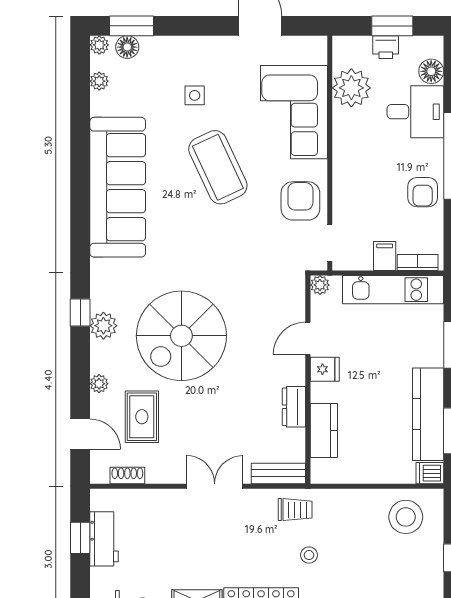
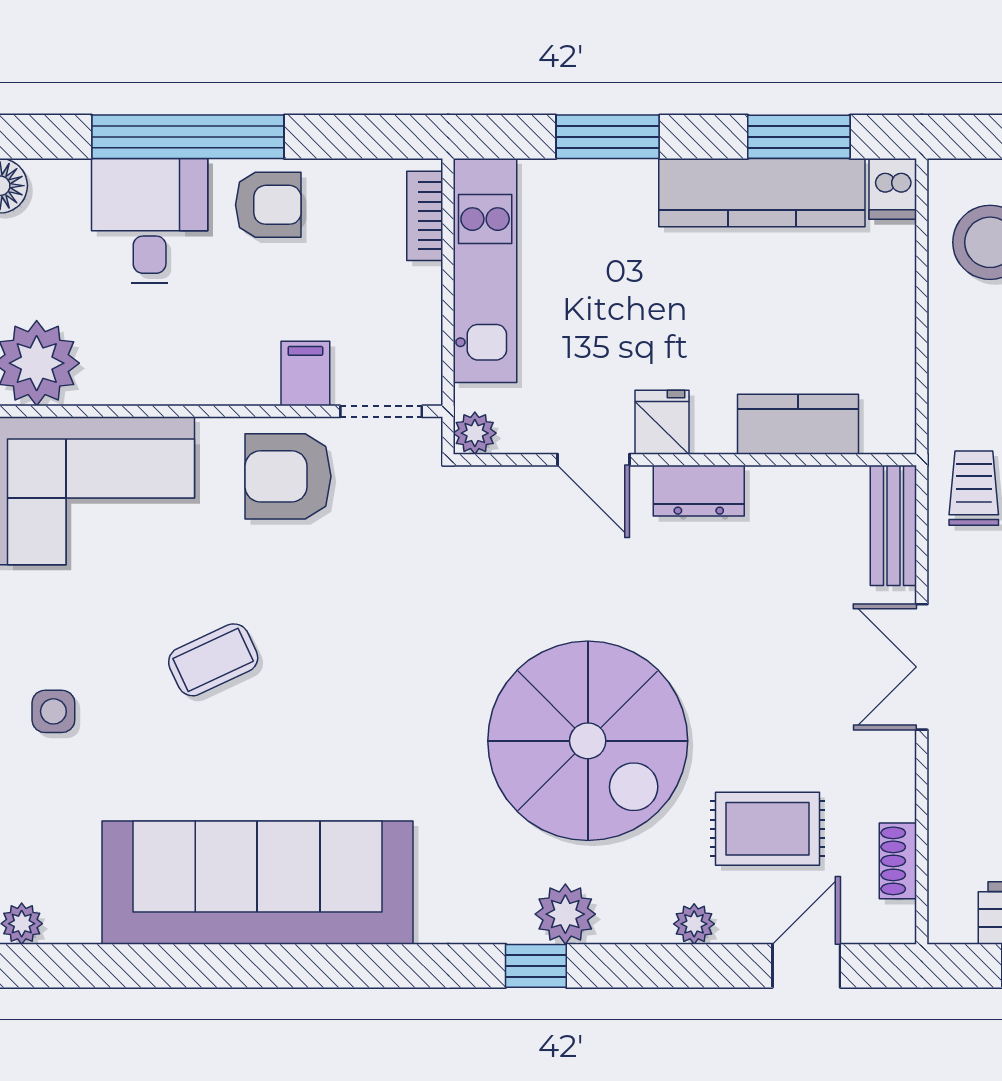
desk: (415, 112) -> (150, 221), moved
coffee table: (218, 167) -> (213, 660), width x0.54, depth x0.58
filing cabinet: (385, 256) -> (305, 374), moved, turned 90
dresser: (294, 407) -> (699, 491), moved

